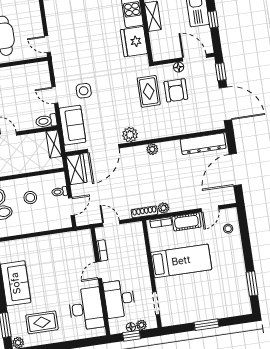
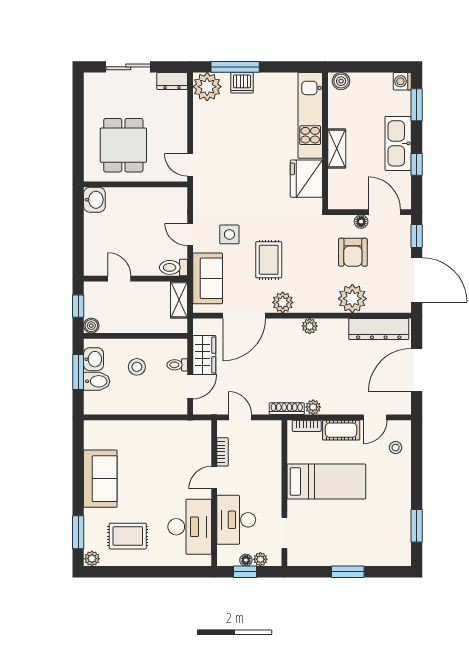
rug: (149, 91) -> (269, 260), moved
plant: (180, 124) -> (352, 299), added
wardrobe: (76, 169) -> (204, 355), moved

